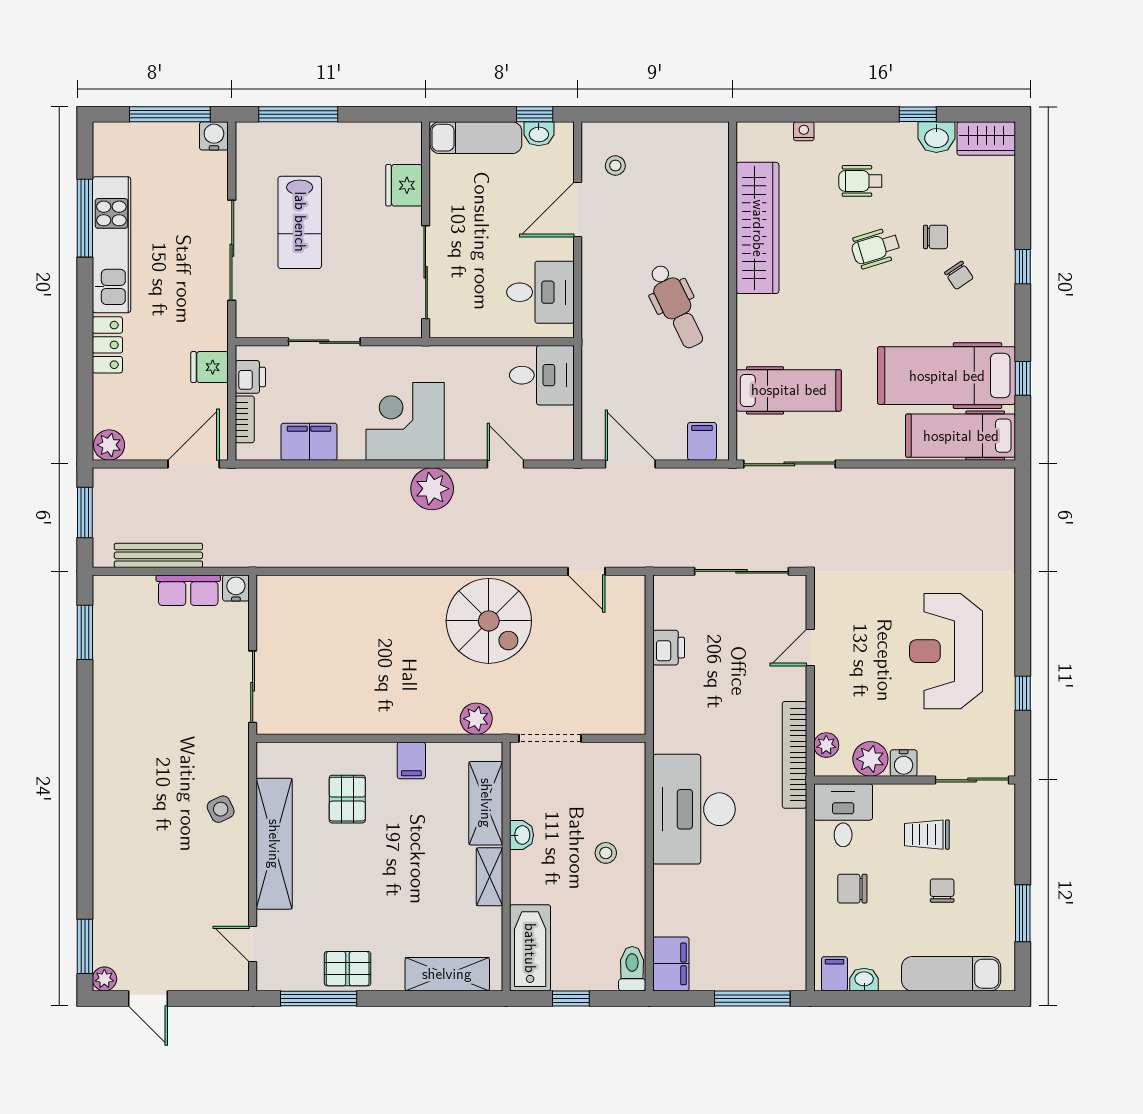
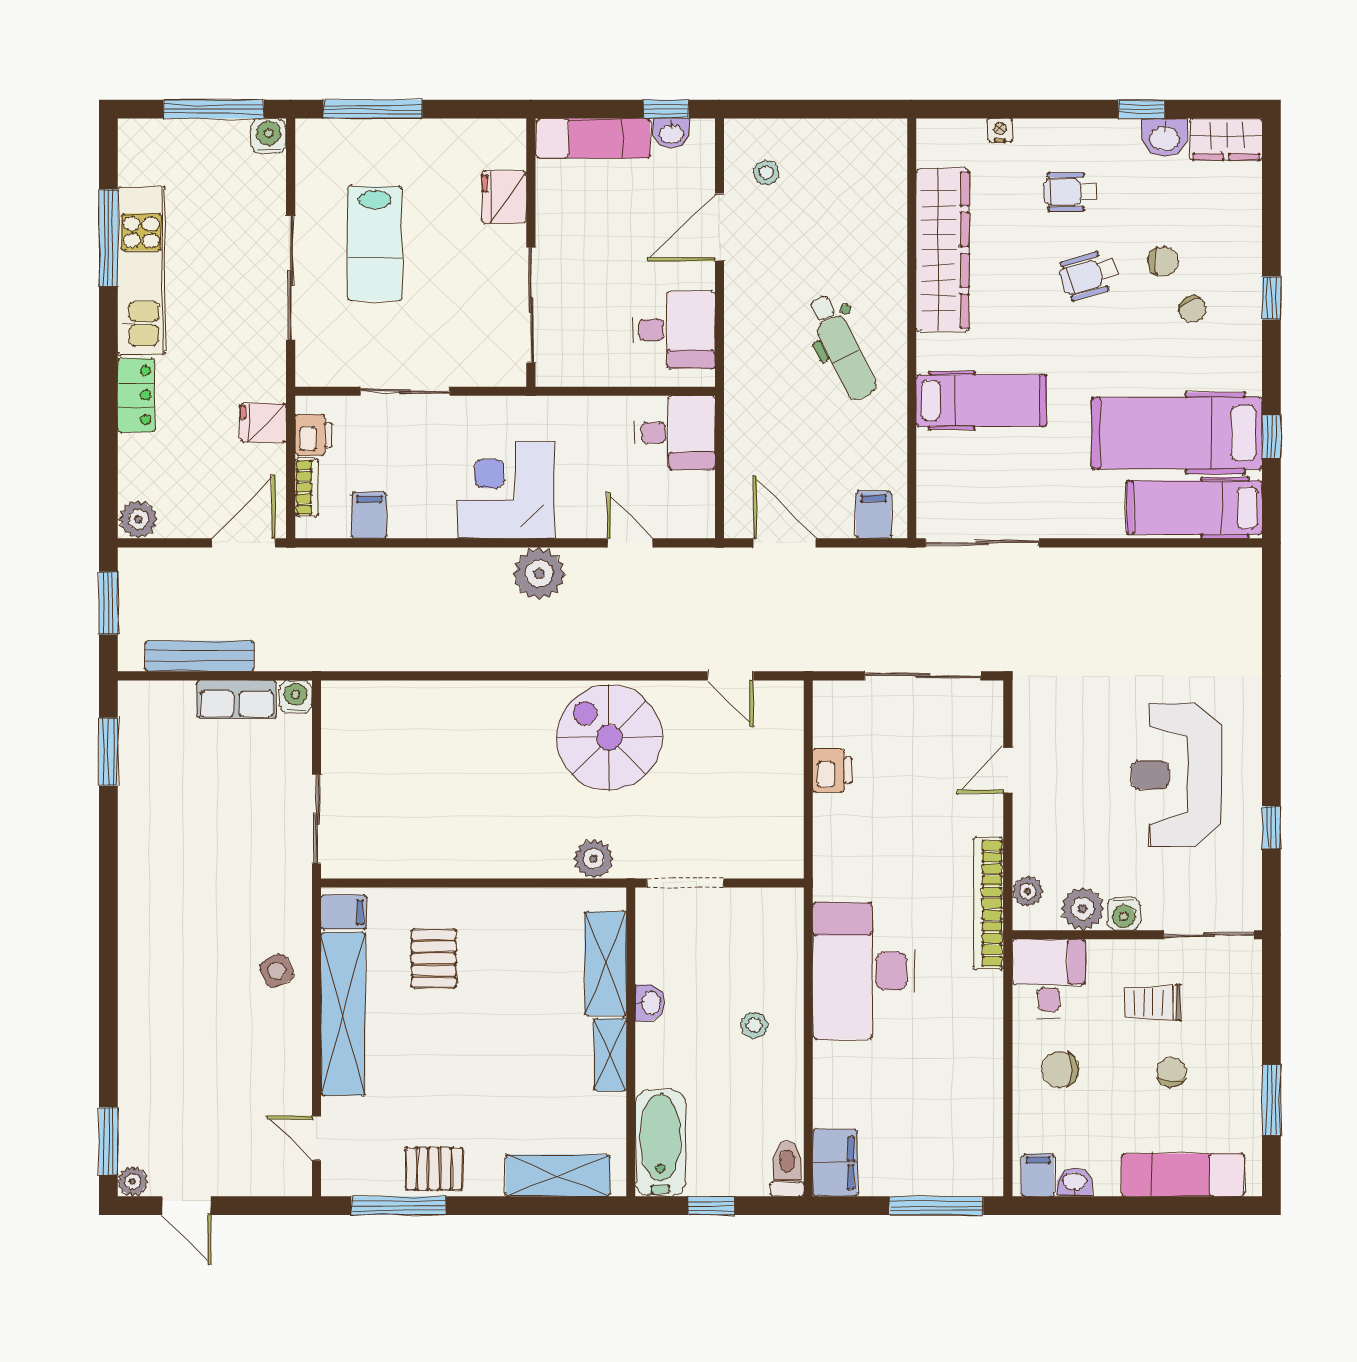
hospital bed: (789, 390) -> (981, 400), moved
filing cabinet: (309, 442) -> (369, 515), width x0.50
spiral stairs: (489, 621) -> (609, 738), turned 180
filing cabinet: (411, 760) -> (344, 912), moved, turned -90

